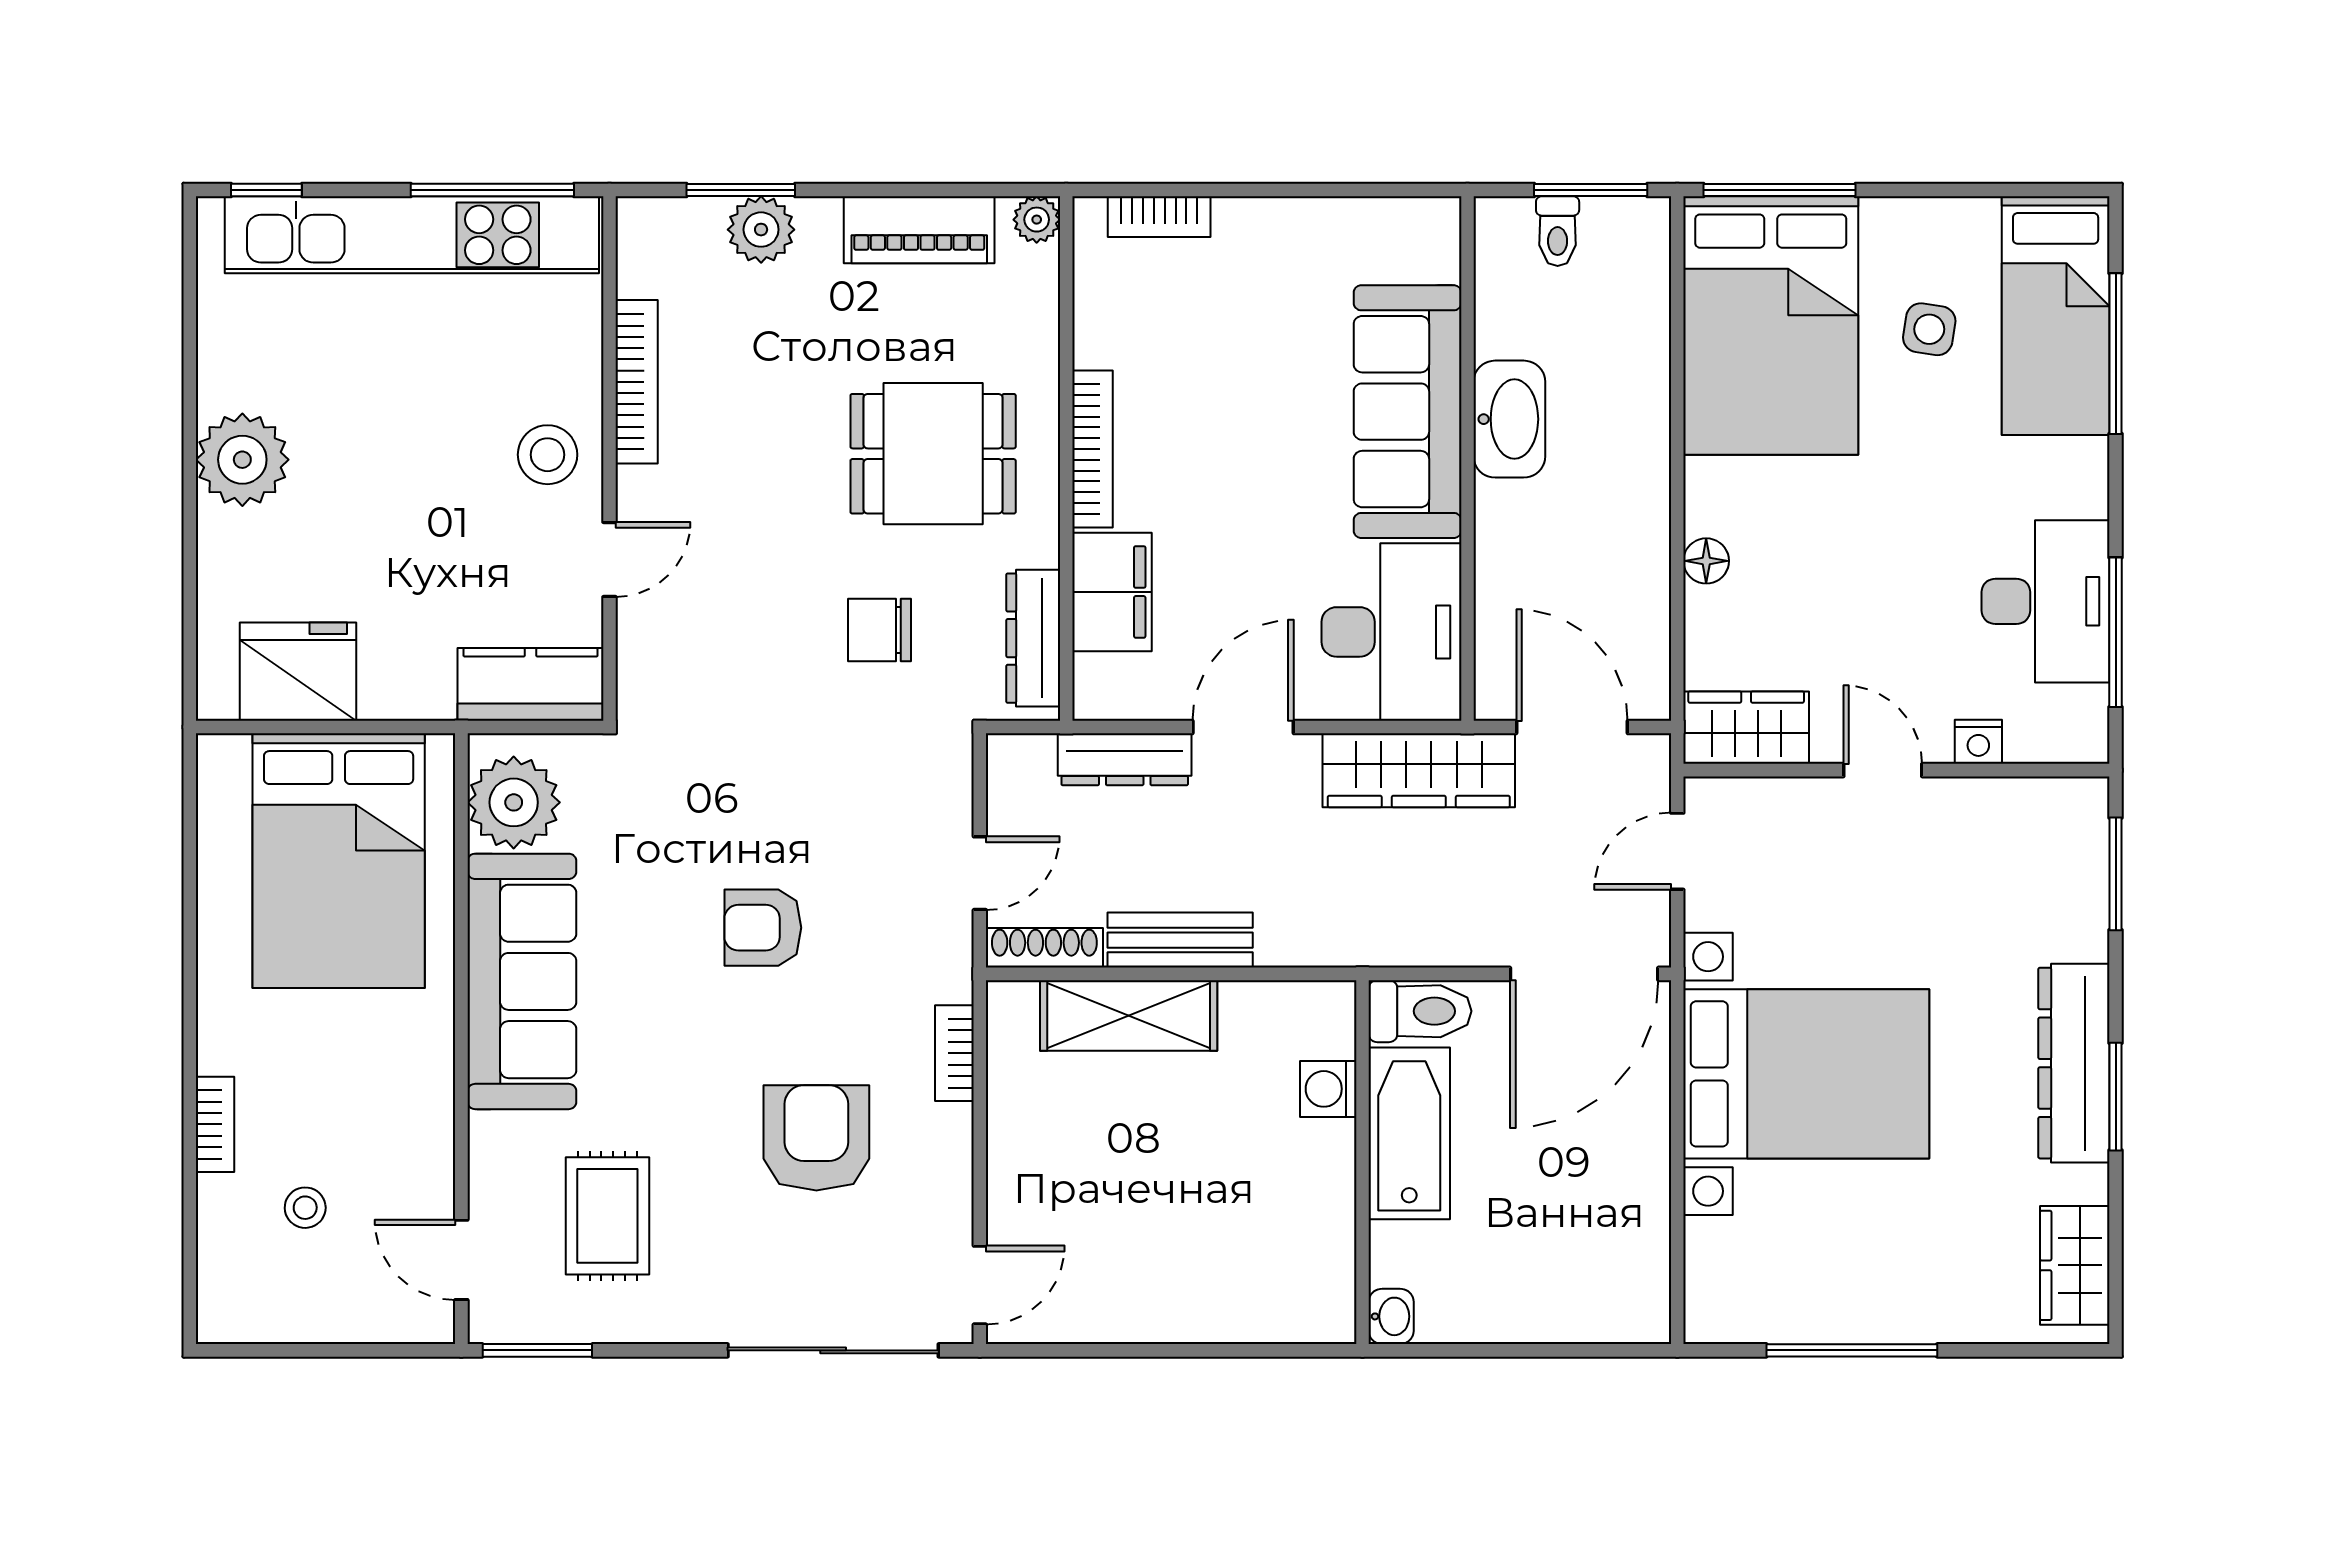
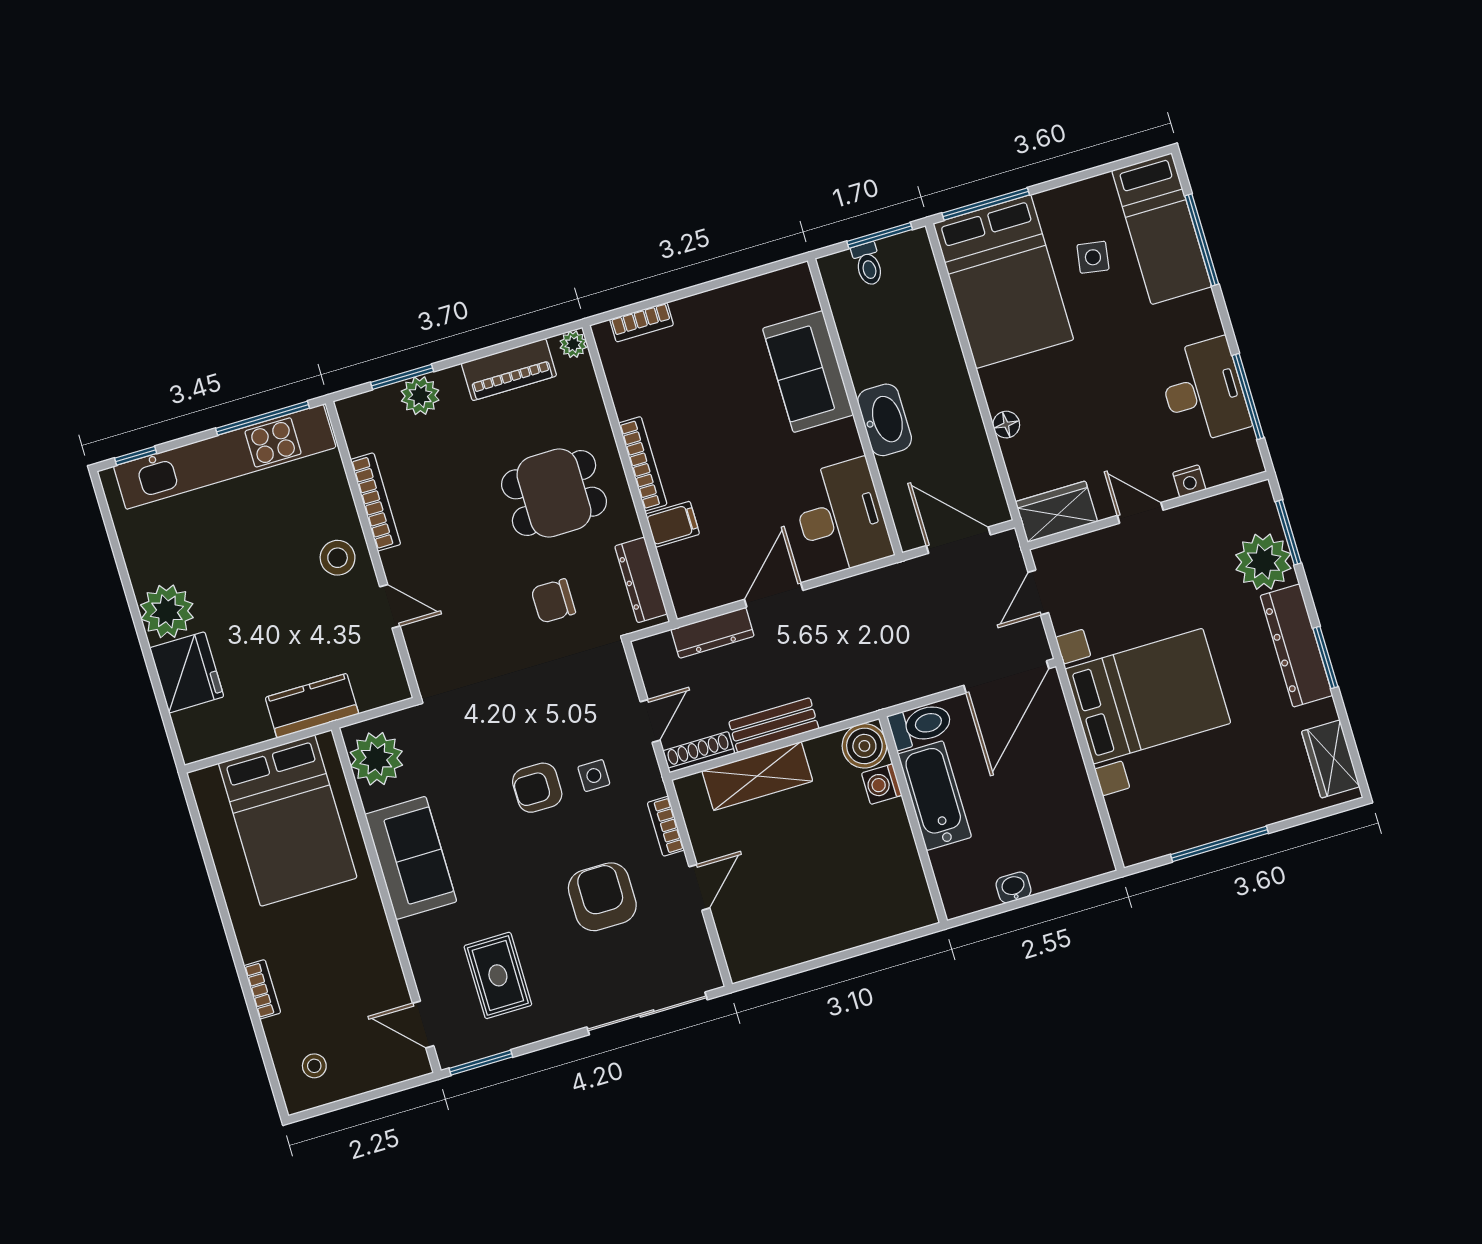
sofa: (1408, 412) -> (808, 372), width x0.73
washbasin: (1509, 419) -> (885, 420), moved
door: (609, 559) -> (390, 606), hinge flipped
filing cabinet: (1112, 592) -> (673, 524), width x0.50
fridge: (298, 672) -> (187, 672), moved, turned 90
kitchen counter: (531, 684) -> (312, 706), moved
wardrobe: (1419, 770) -> (880, 590), removed
plant: (2060, 910) -> (1263, 562), added
side table: (861, 935) -> (594, 776), added
sofa: (522, 981) -> (411, 858), width x0.73
boiler: (1318, 1018) -> (864, 746), added
stool: (305, 1208) -> (314, 1066), moved
door: (980, 1285) -> (699, 887), moved
washbasin: (1391, 1316) -> (1013, 887), moved, turned -90

